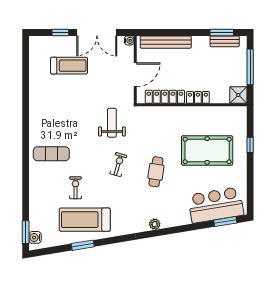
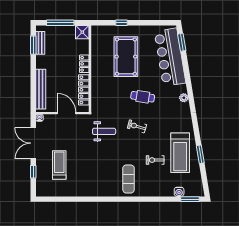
double door: (97, 32) -> (33, 143), swing flipped
weight bench: (112, 123) -> (104, 131), turned 180
bar counter: (216, 205) -> (170, 57), width x1.36
water cooler: (35, 237) -> (179, 192), moved

